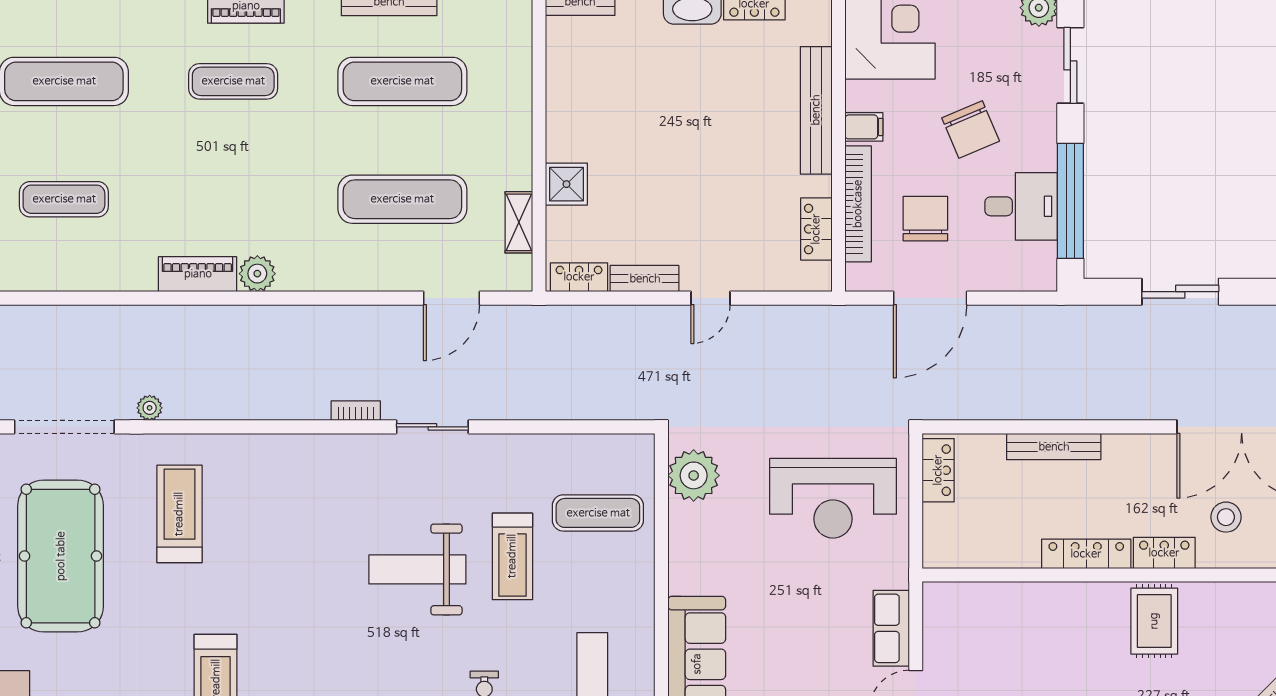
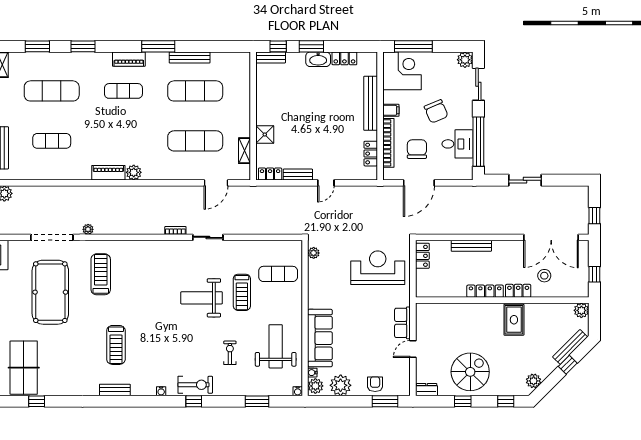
plant: (694, 475) -> (314, 253), width x0.53, depth x0.53
reception desk: (833, 498) -> (378, 268), turned 180

